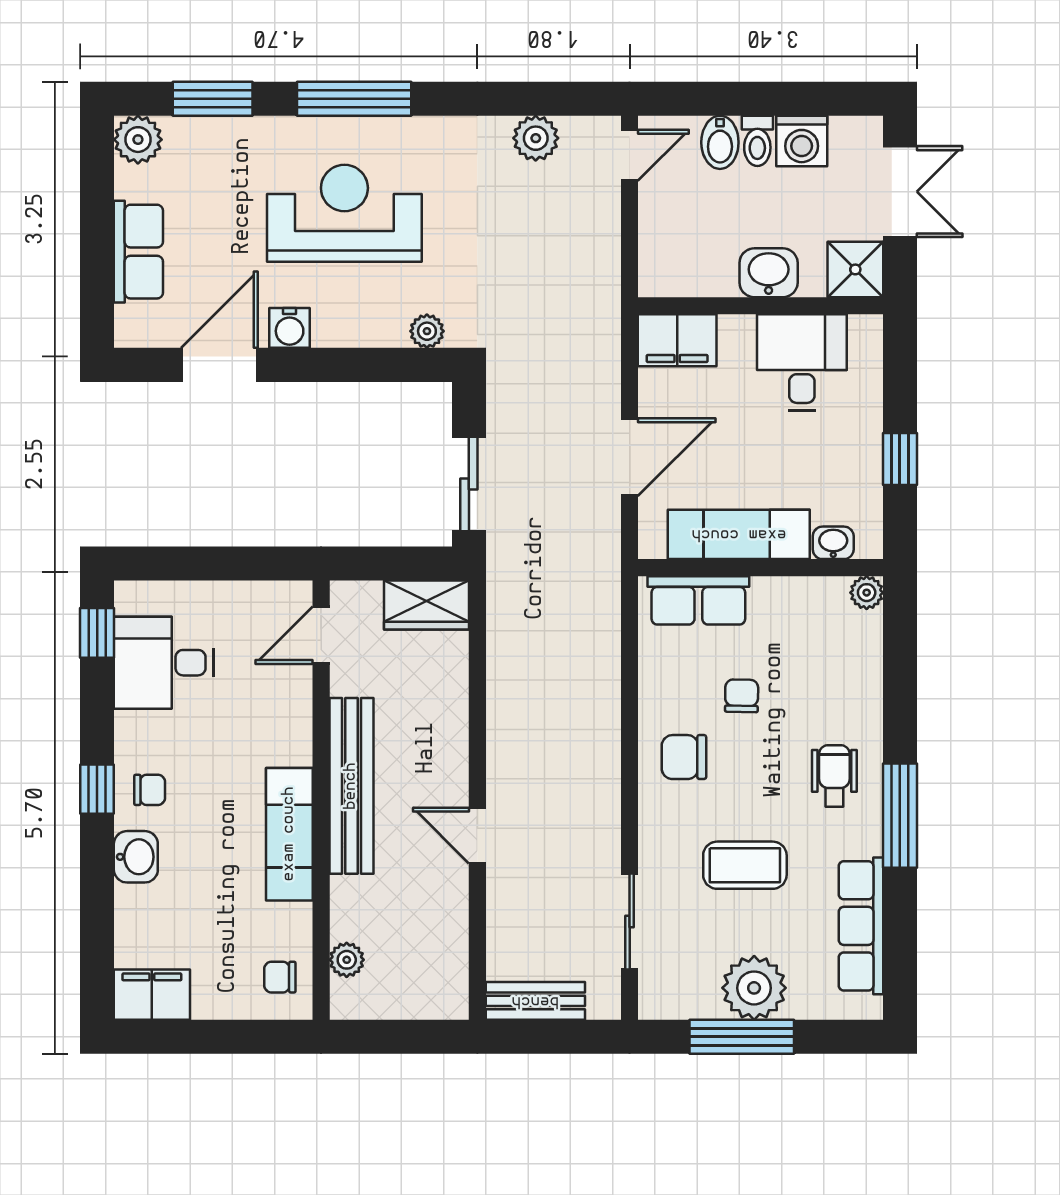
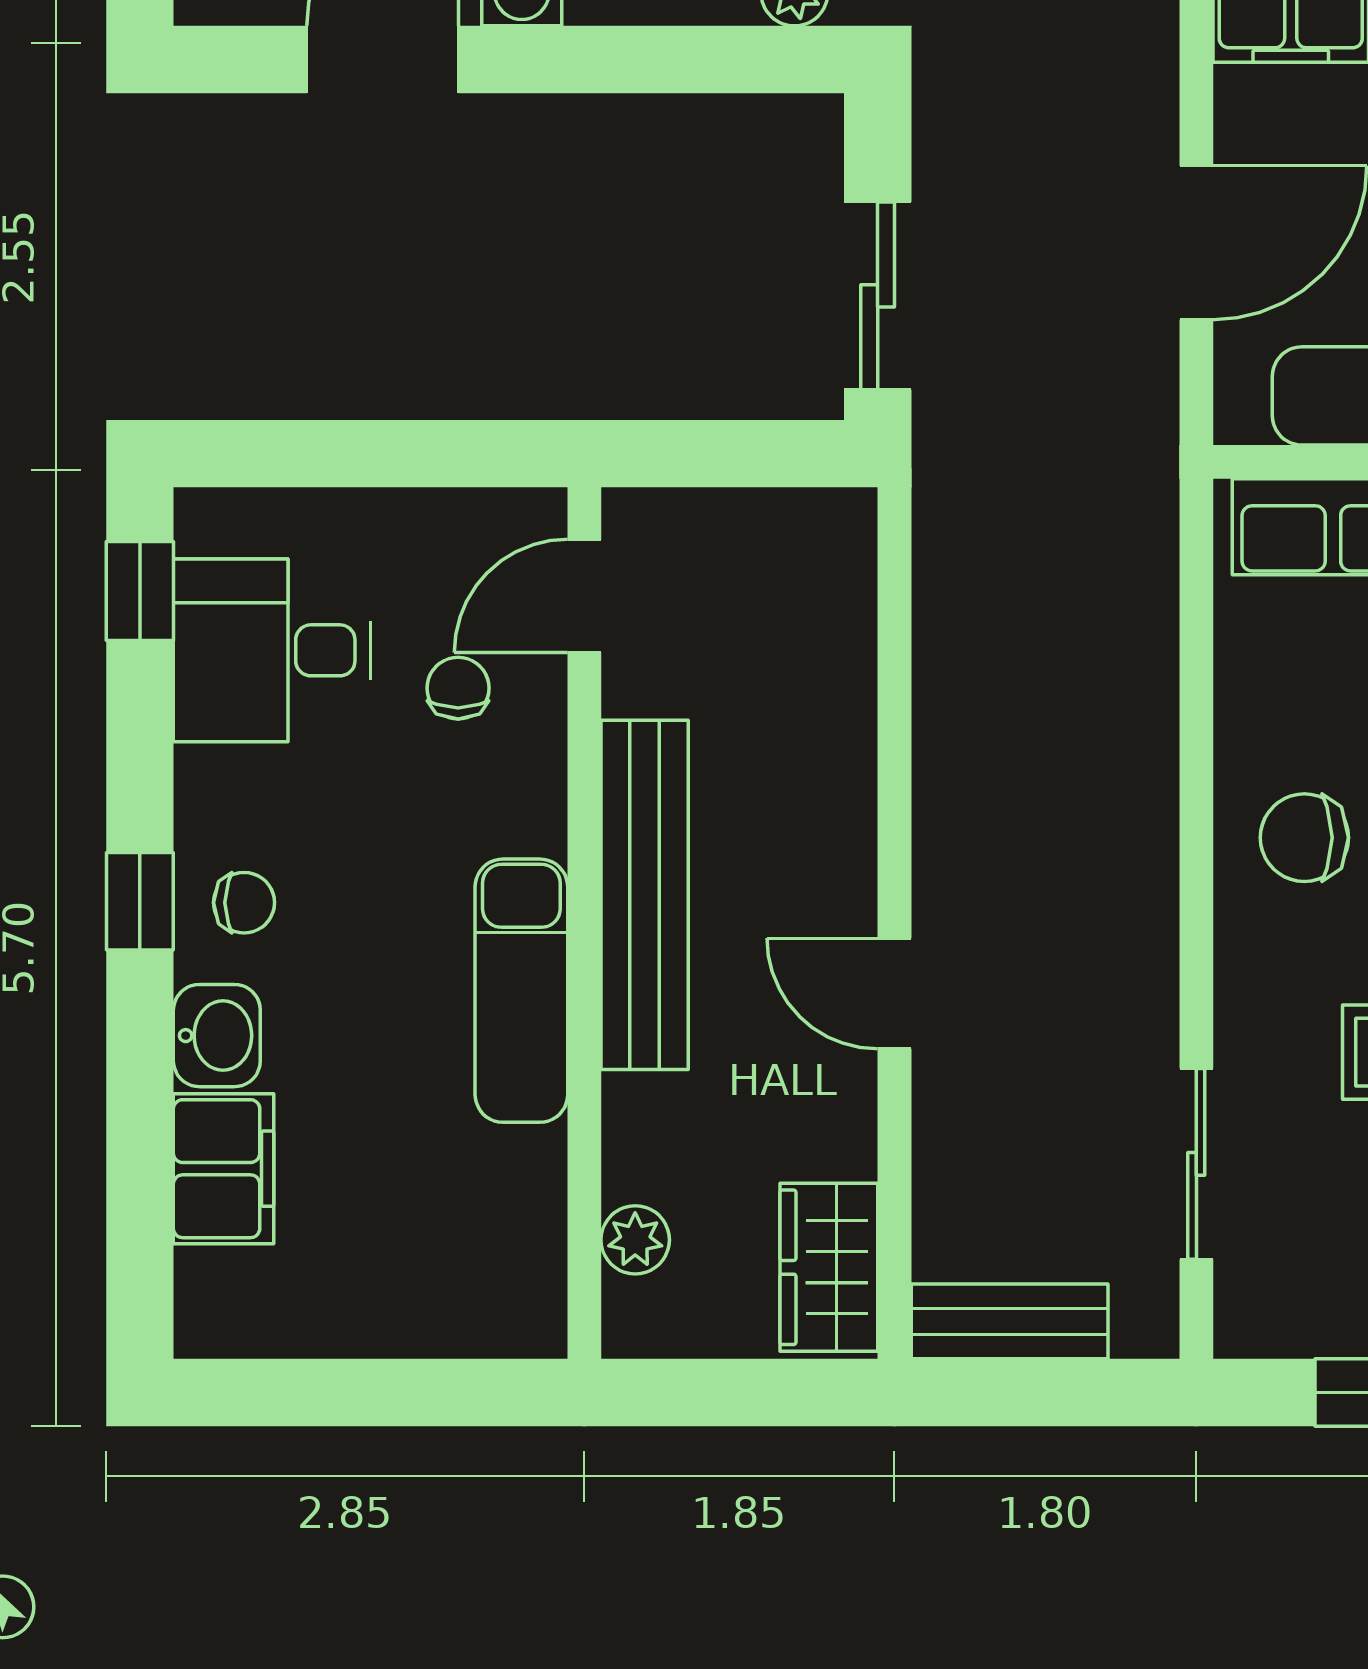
wardrobe: (427, 605) -> (829, 1267), moved, turned 90
chair: (280, 977) -> (458, 688), moved, turned 90
filing cabinet: (152, 995) -> (224, 1169), moved, turned 90

